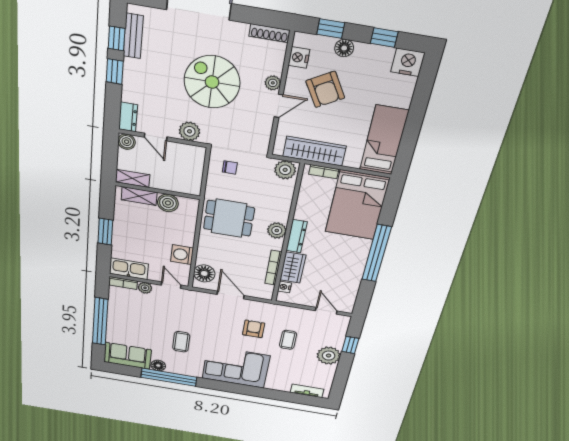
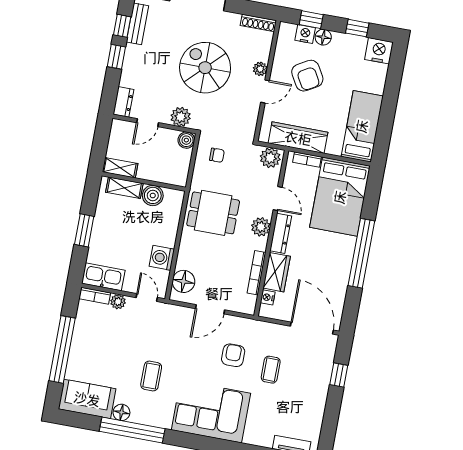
nightstand: (299, 58) -> (305, 34), moved, turned 90
door: (156, 137) -> (148, 123), hinge flipped
boiler: (127, 142) -> (186, 140), moved
door: (293, 206) -> (278, 199), added
door: (231, 295) -> (210, 309), swing flipped
door: (326, 311) -> (312, 328), width x1.87
plant: (329, 356) -> (315, 391), removed

